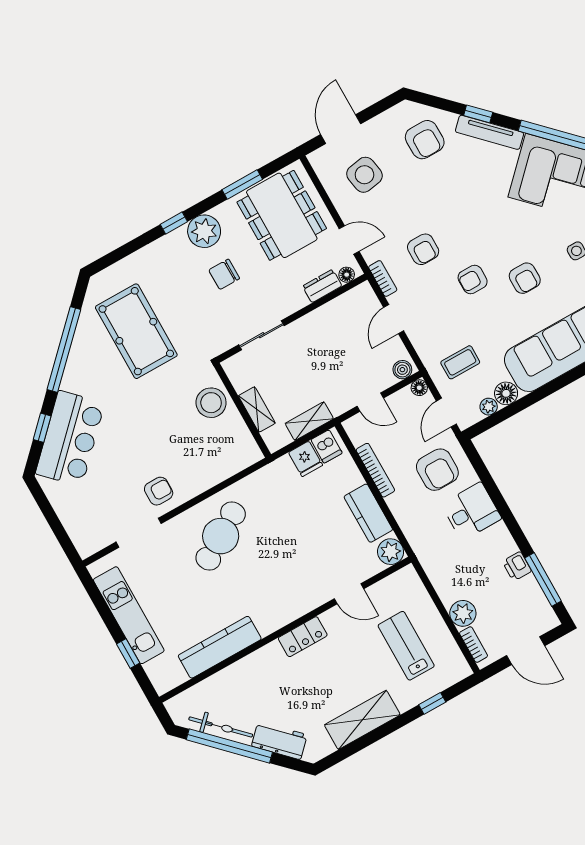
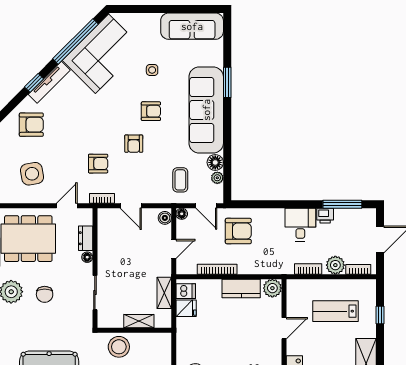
floor lamp: (347, 275) -> (87, 257), moved
desk: (471, 511) -> (300, 225), moved
bookcase: (439, 582) -> (308, 269), added

